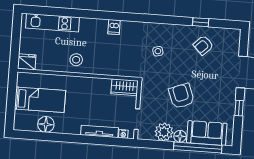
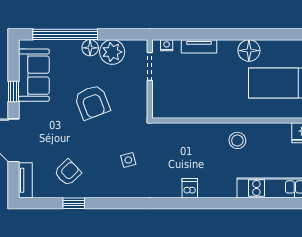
tv unit: (235, 42) -> (25, 180), added
wardrobe: (125, 87) -> (170, 108), removed
floor lamp: (46, 124) -> (249, 51), moved
tv unit: (99, 131) -> (199, 46), width x0.71
sofa: (207, 133) -> (34, 75), moved, turned -90

